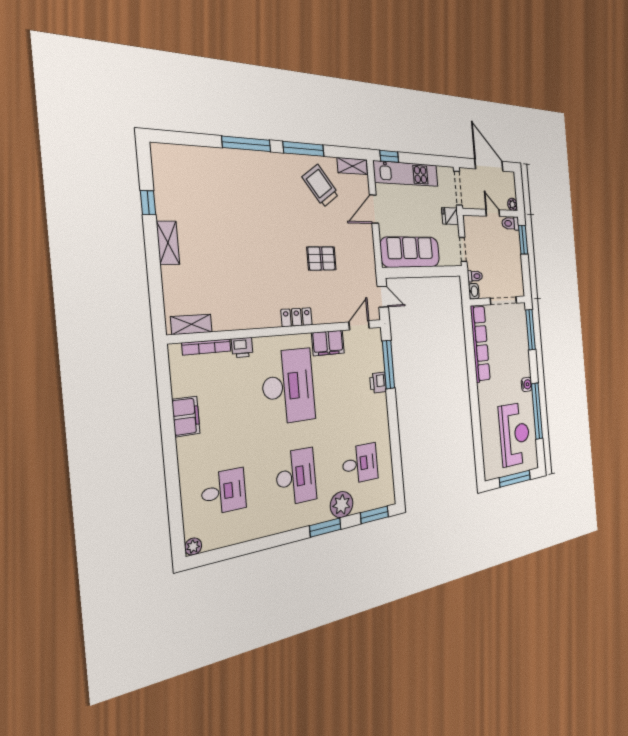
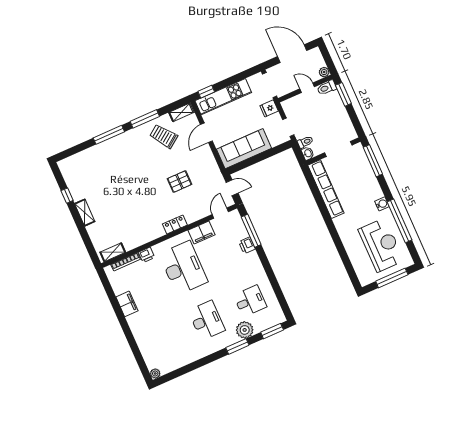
desk: (224, 492) -> (163, 340), removed

